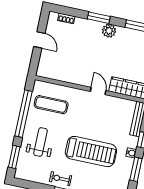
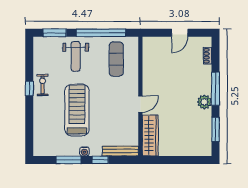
window: (99, 18) -> (215, 89), width x1.44
weight bench: (40, 142) -> (76, 56), turned 90
treadmill: (91, 152) -> (77, 110), turned 180

